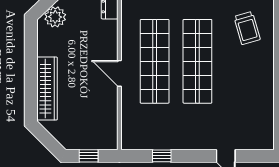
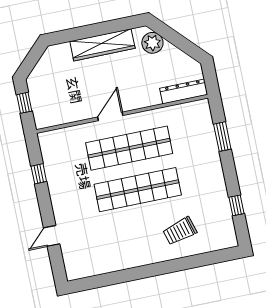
wardrobe: (47, 89) -> (102, 45), moved

